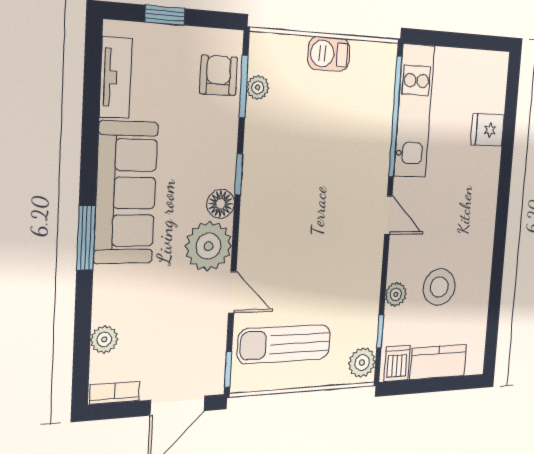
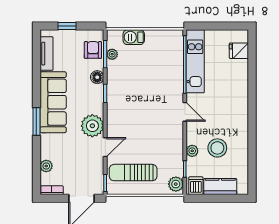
barbecue: (329, 54) -> (134, 37), moved
fridge: (488, 130) -> (239, 51), moved
floor lamp: (221, 204) -> (97, 77), moved
door: (232, 292) -> (105, 147), hinge flipped

